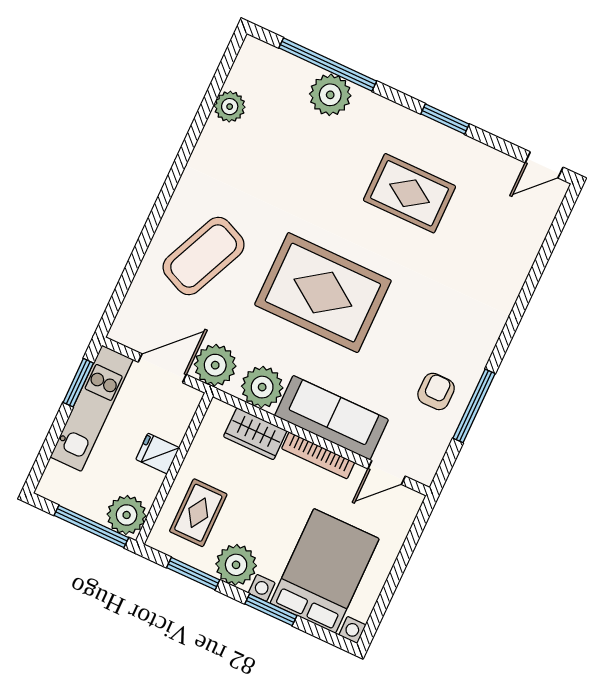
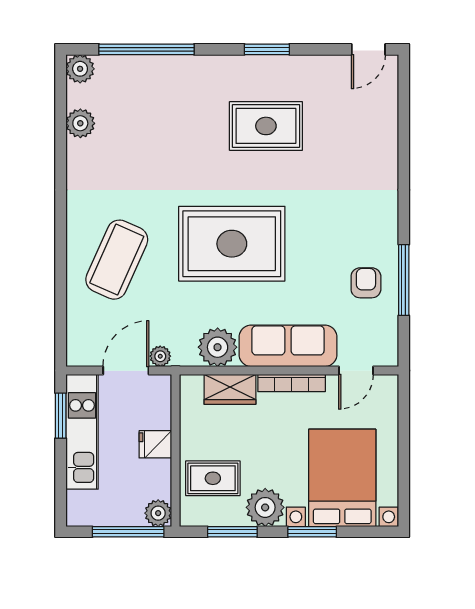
plant: (330, 95) -> (80, 69), moved, width x0.73, depth x0.73
plant: (215, 365) -> (160, 356), width x0.53, depth x0.53
rug: (198, 513) -> (213, 478), turned 90
plant: (127, 515) -> (158, 513), width x0.73, depth x0.73

